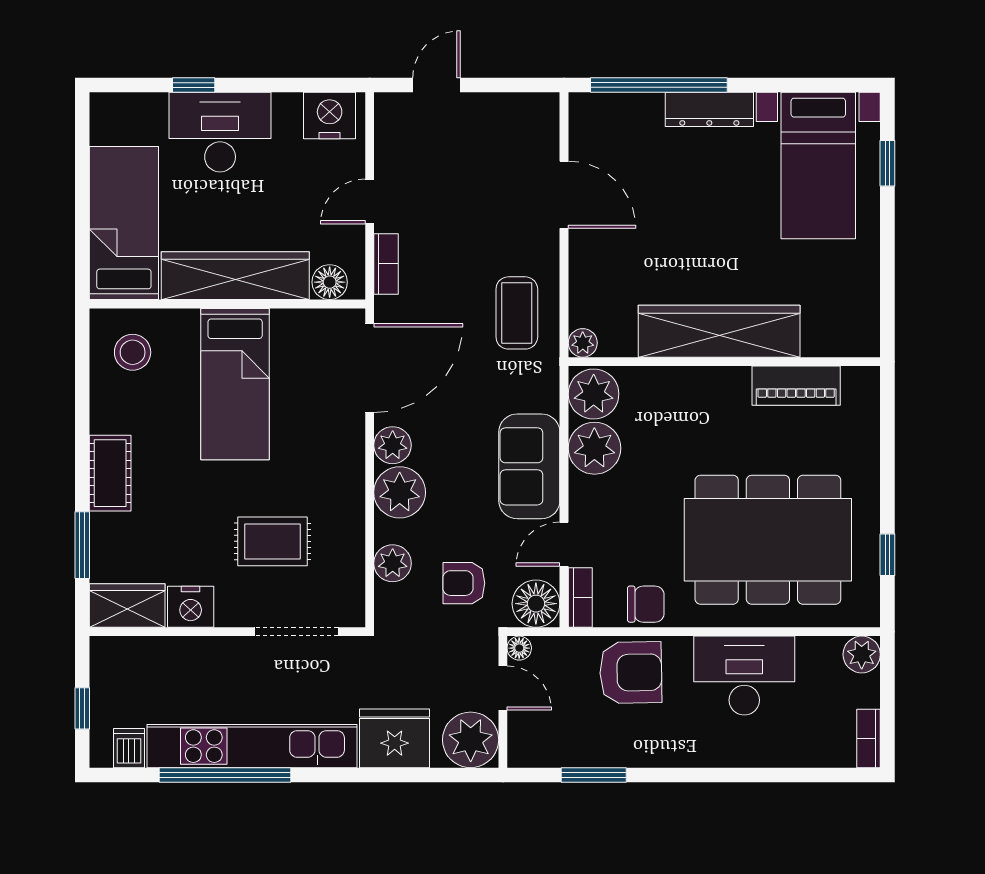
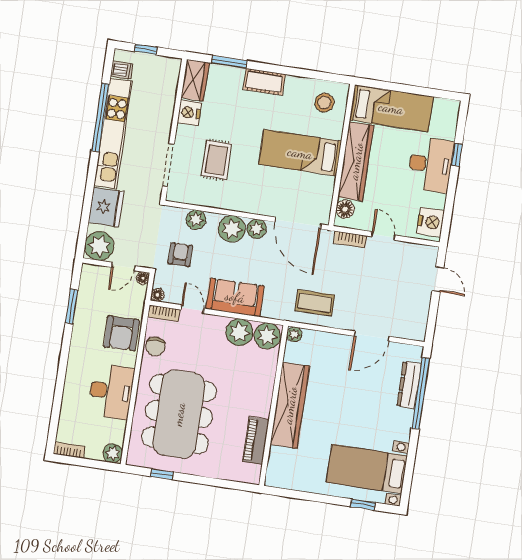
dresser: (709, 109) -> (409, 385), moved
floor lamp: (536, 604) -> (158, 295), width x0.53, depth x0.53

